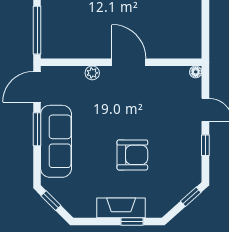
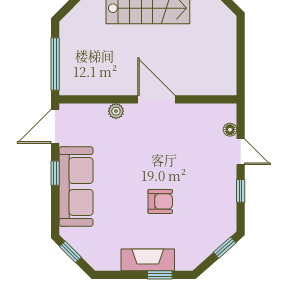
floor lamp: (196, 72) -> (230, 130), moved
window: (37, 129) -> (55, 173), width x0.67
armchair: (132, 155) -> (160, 201), width x0.72, depth x0.72

